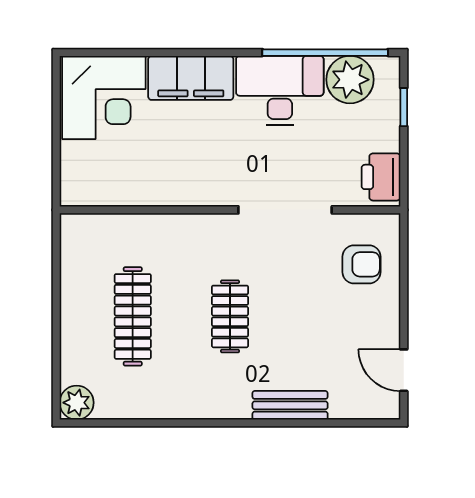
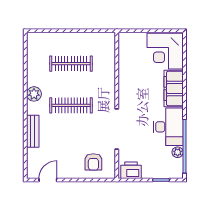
plant: (350, 80) -> (178, 152), width x0.53, depth x0.53
clothes rail: (230, 316) -> (71, 105), width x1.36
plant: (77, 403) -> (34, 94), moved

